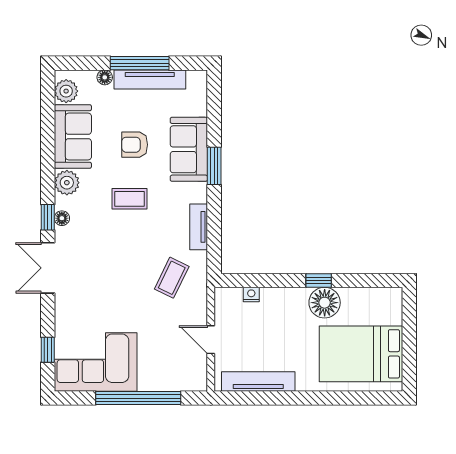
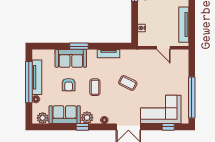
window: (140, 63) -> (29, 82), width x1.46
window: (48, 217) -> (82, 127), moved
coffee table: (172, 278) -> (128, 83), moved
door: (211, 340) -> (163, 48), hinge flipped
corner sofa: (96, 362) -> (161, 109), moved, turned 90
window: (138, 398) -> (192, 98), moved

